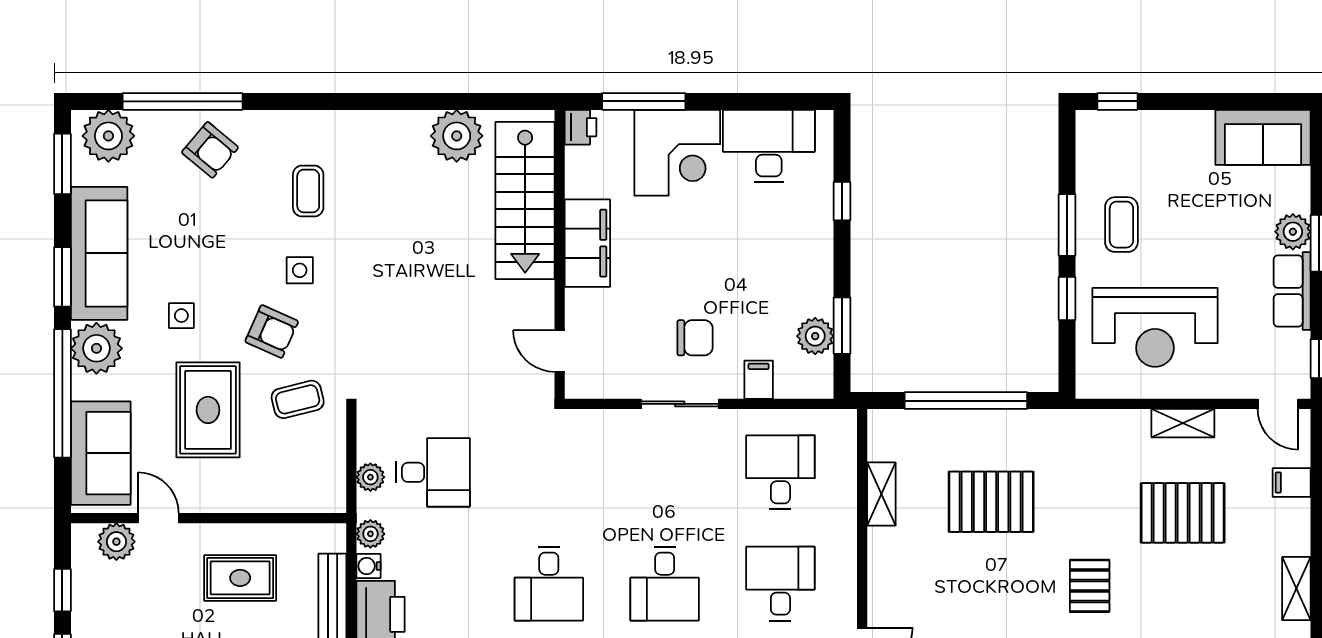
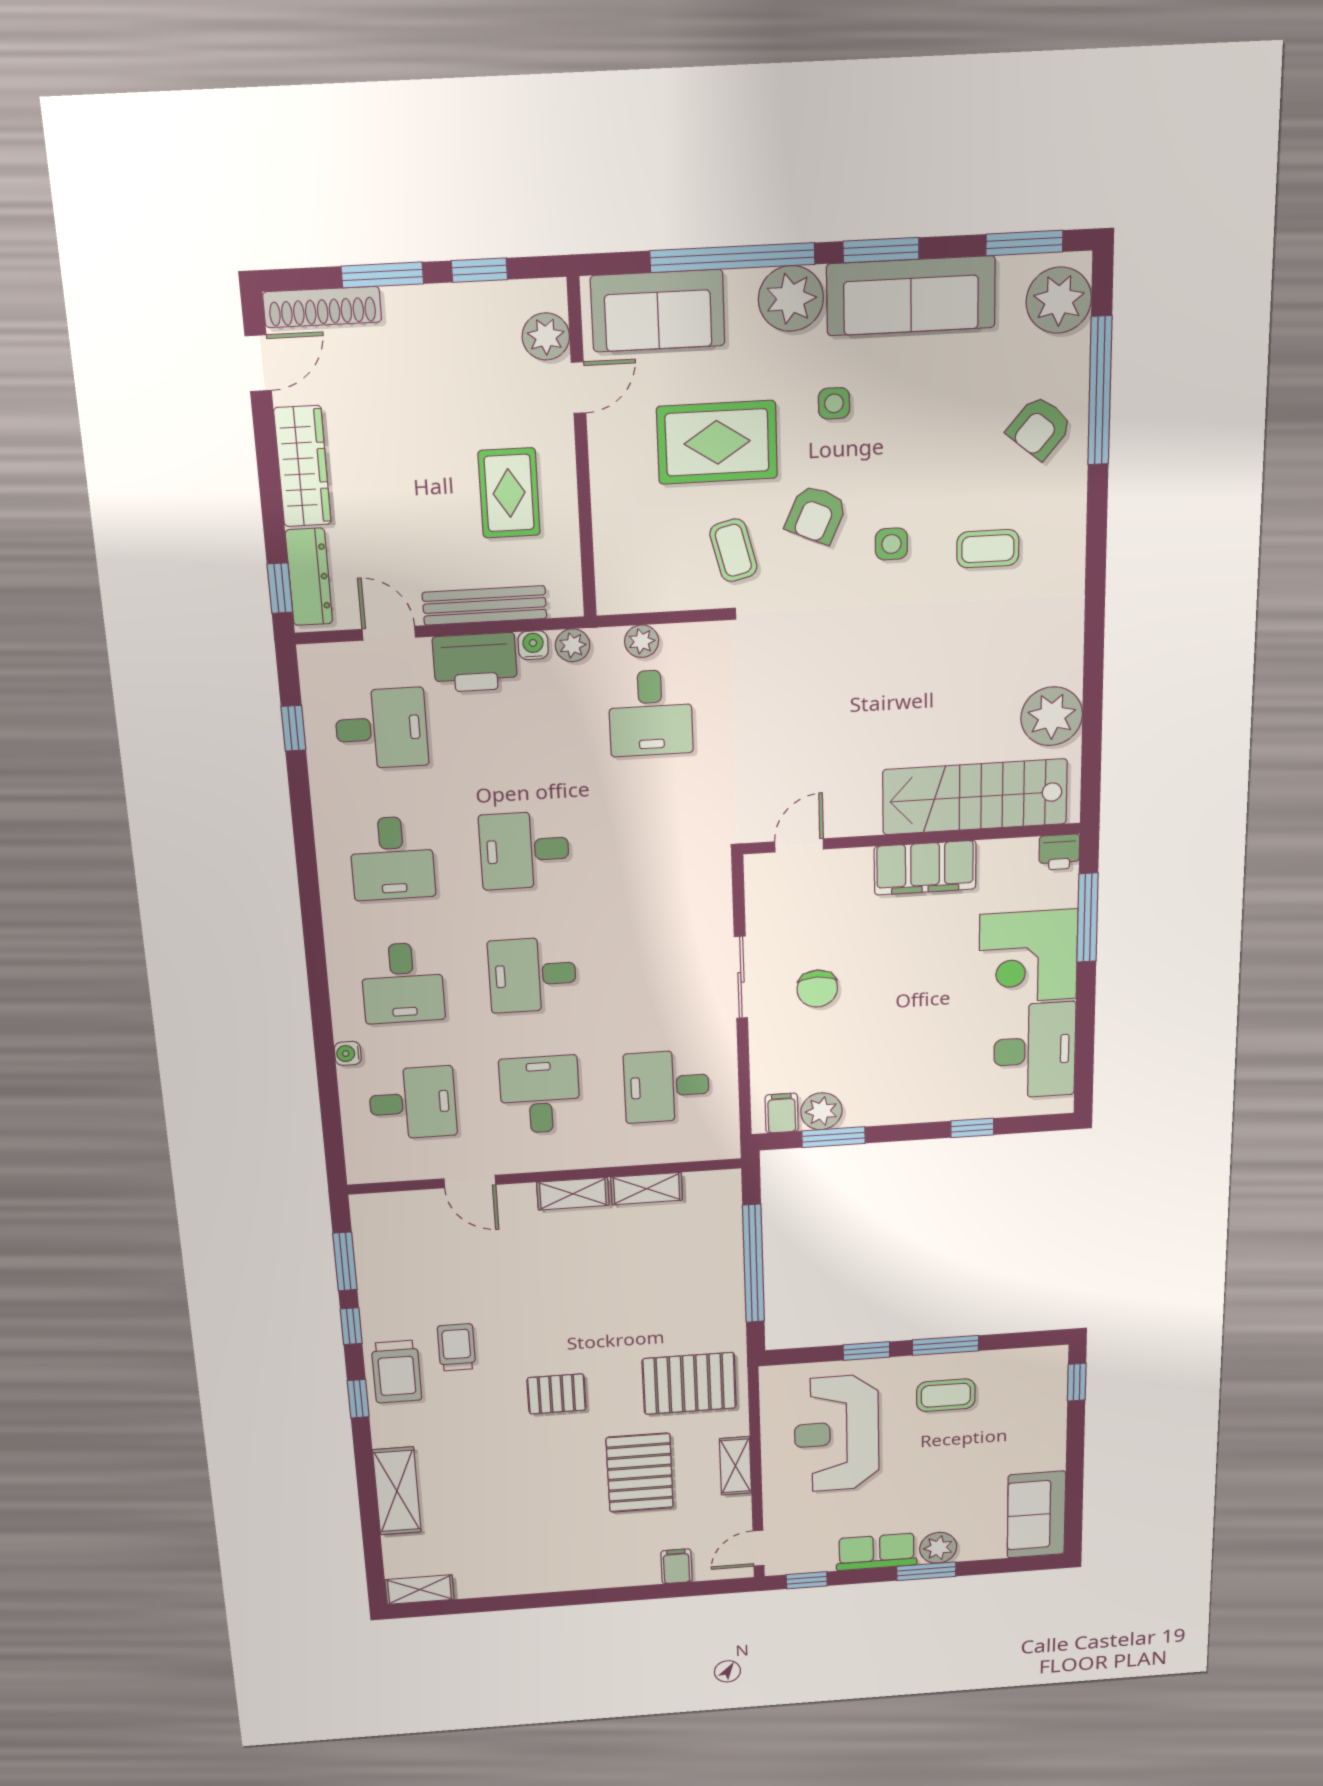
filing cabinet: (759, 380) -> (782, 1113), moved, turned -90
desk: (780, 472) -> (667, 1086), turned 180
pallet: (991, 502) -> (689, 1383), moved, turned 90
desk: (780, 584) -> (540, 1095), turned -90
shelving: (1296, 589) -> (573, 1194), moved

